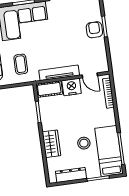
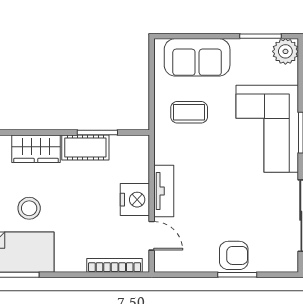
tv unit: (59, 73) -> (164, 191), width x0.71
door: (90, 75) -> (152, 236), swing flipped
cot: (49, 89) -> (85, 148), moved, turned 90

